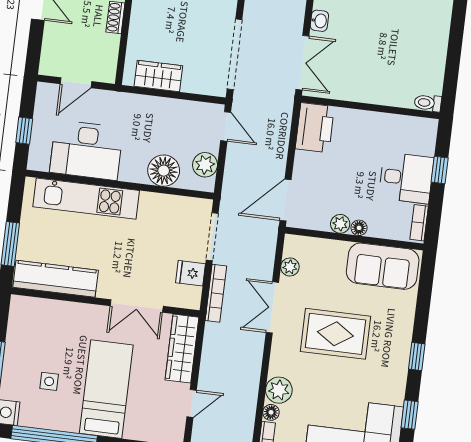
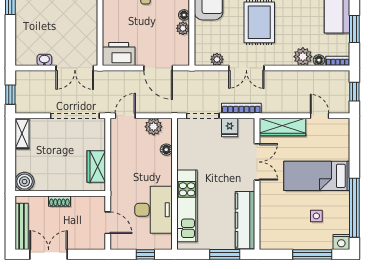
double door: (302, 63) -> (75, 68), swing flipped
floor lamp: (164, 171) -> (166, 150), width x0.53, depth x0.53
door: (285, 200) -> (158, 68), moved

